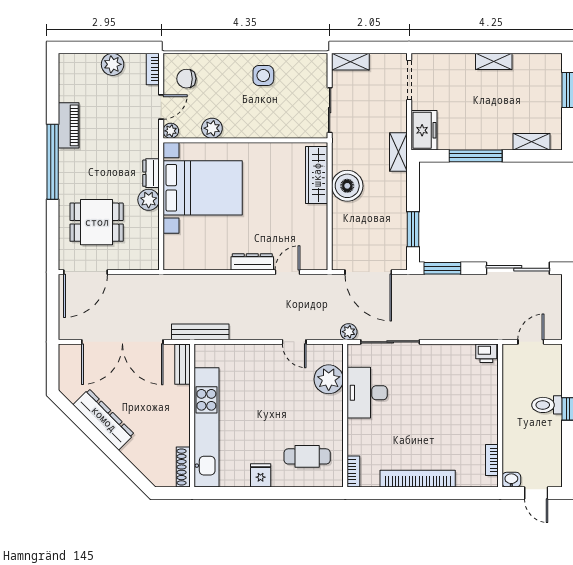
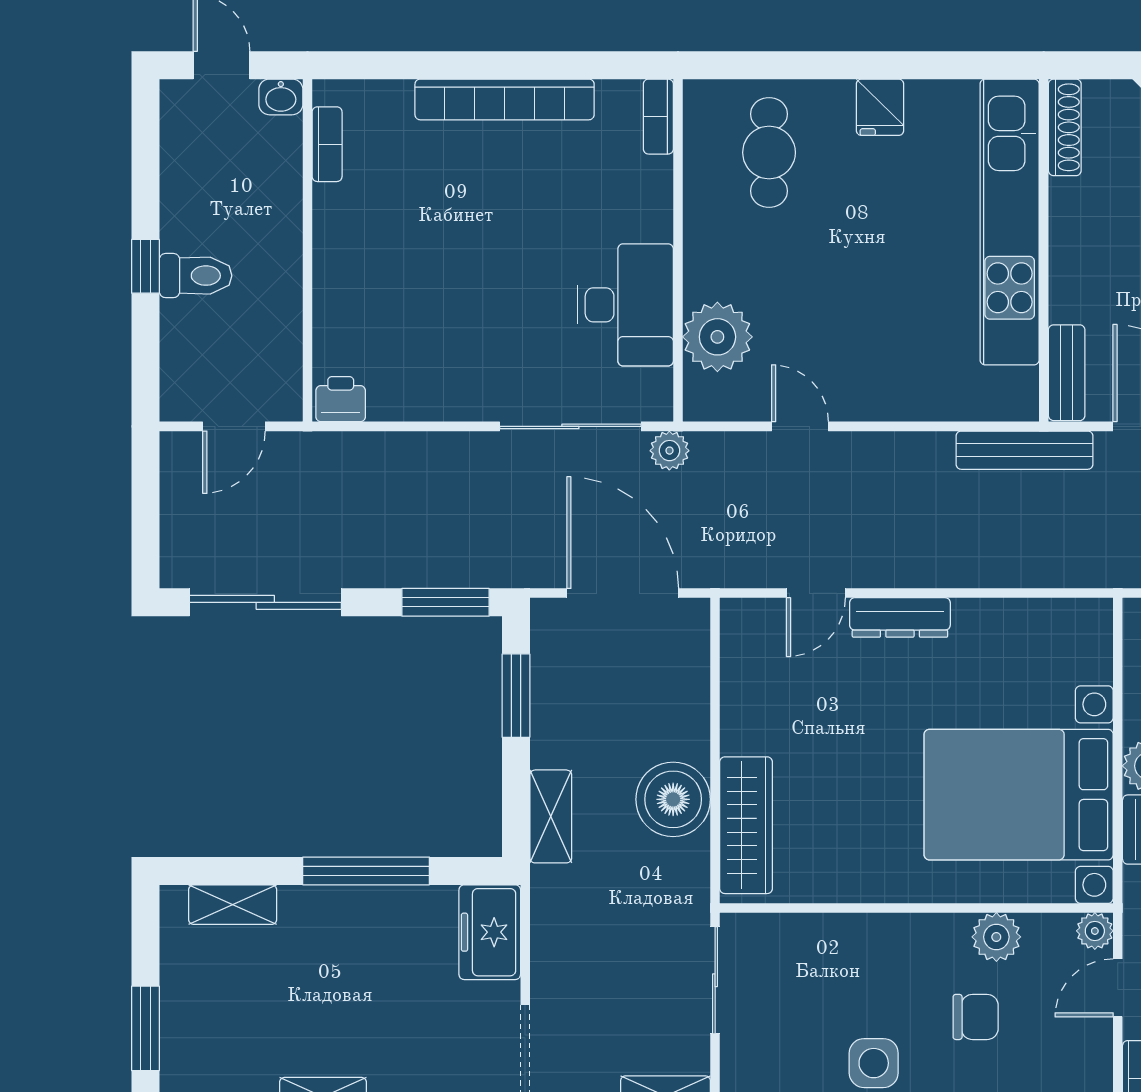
chair: (186, 79) -> (976, 1017), moved
shelving: (398, 152) -> (551, 816), moved
cafe table: (307, 456) -> (769, 153), turned 90

